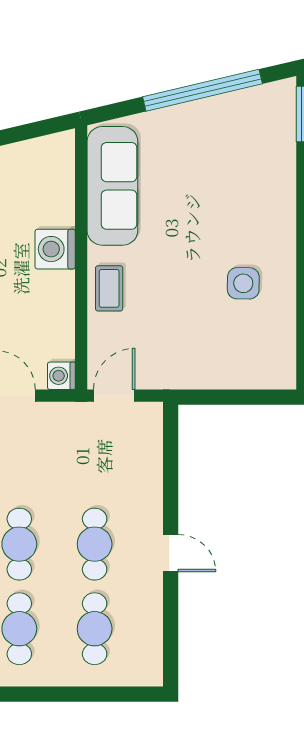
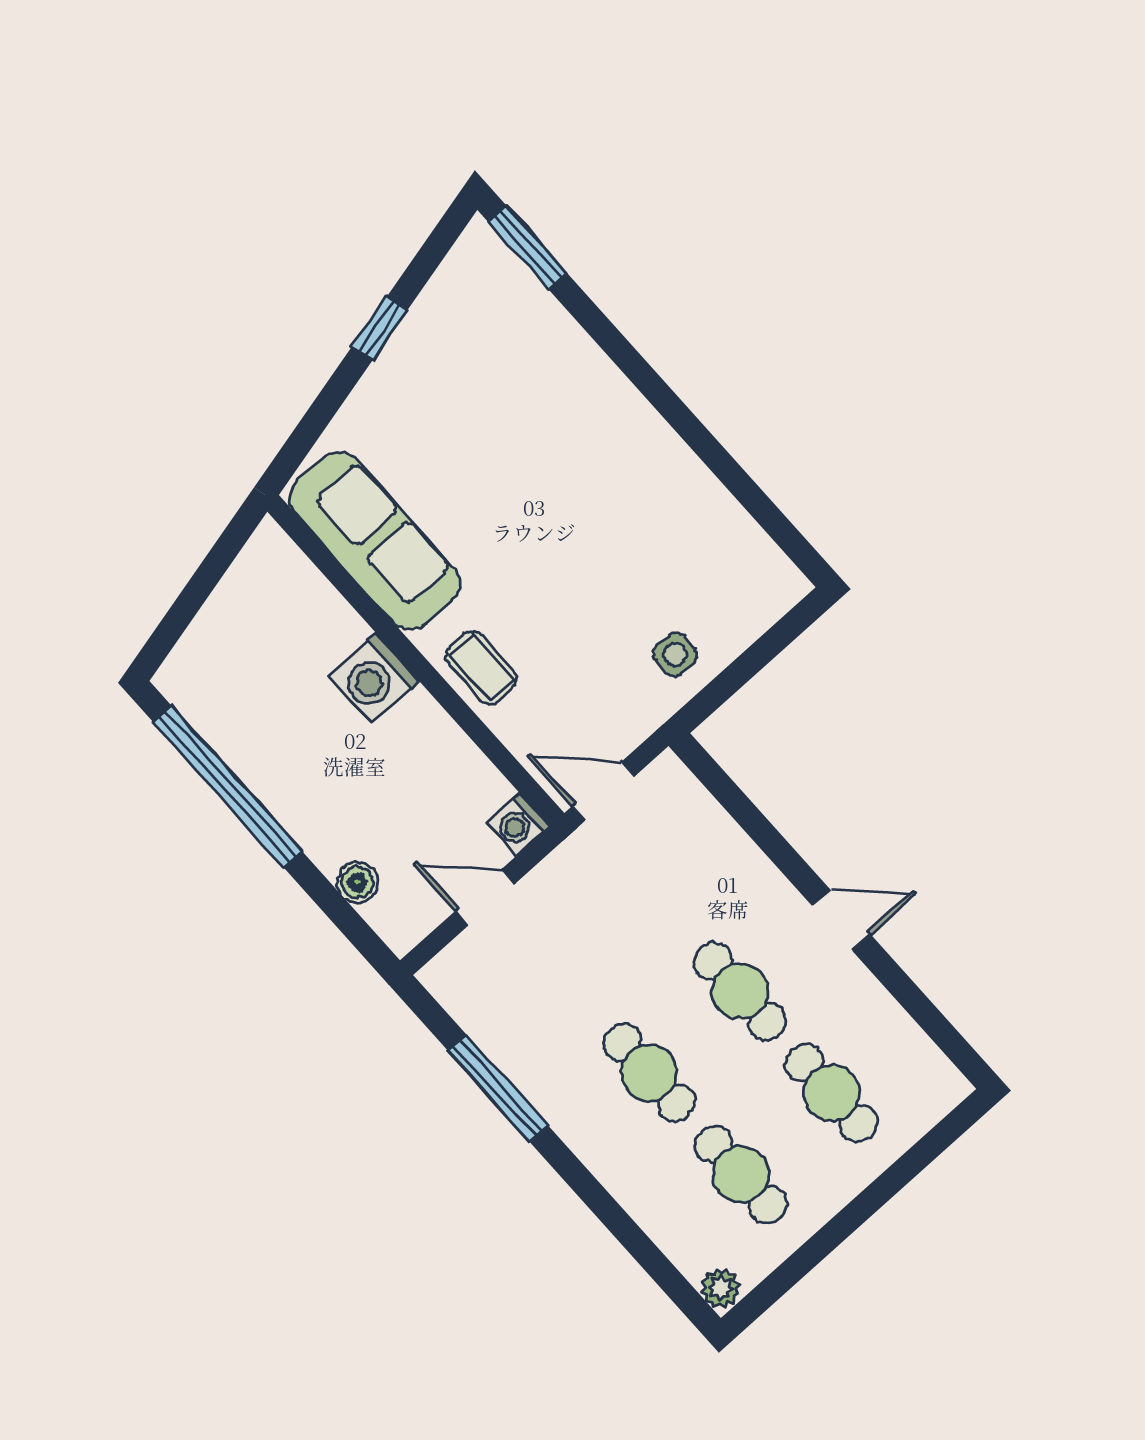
window: (202, 90) -> (380, 328), width x0.32
side table: (243, 283) -> (675, 655), moved, width x0.73, depth x0.73
door: (114, 396) -> (603, 791), hinge flipped

